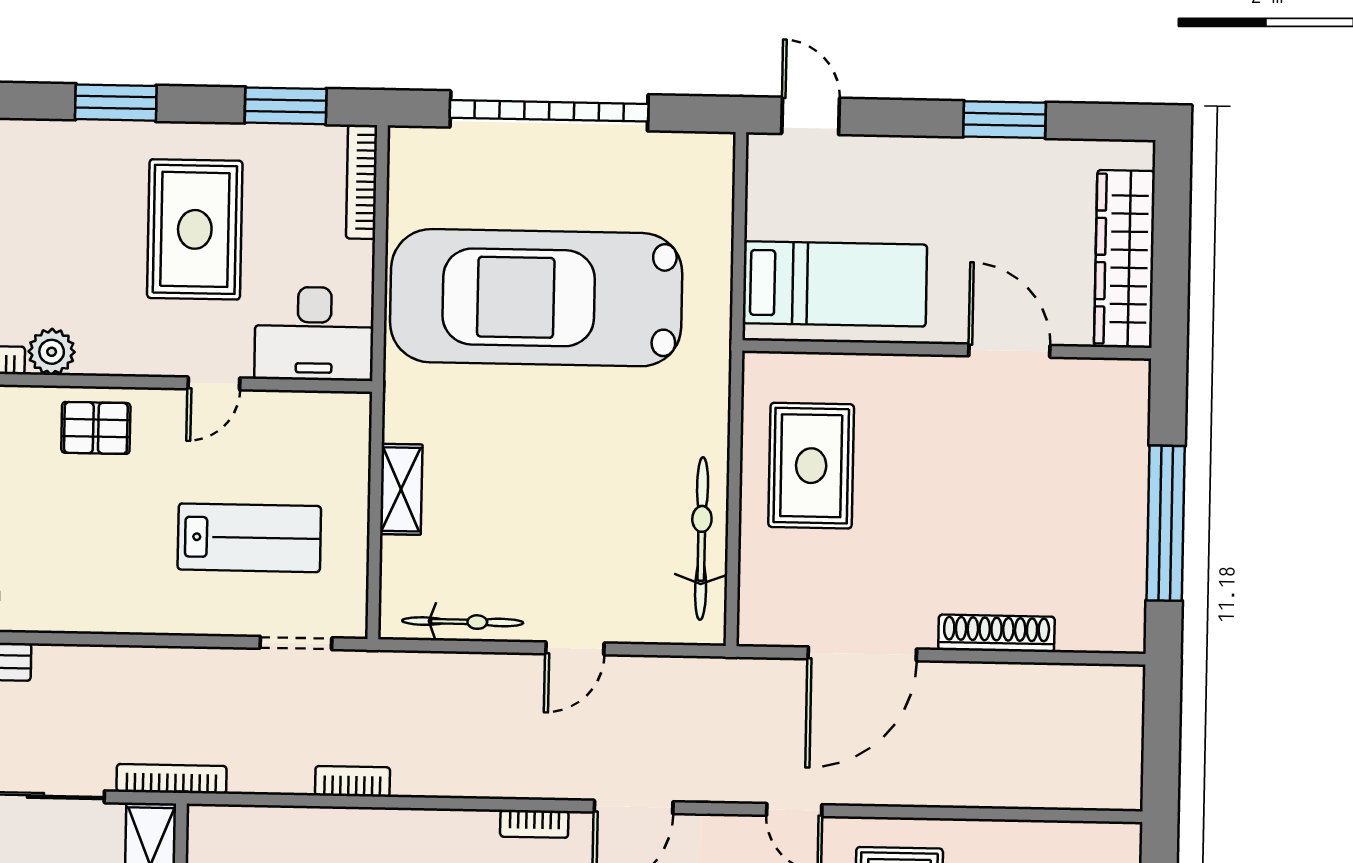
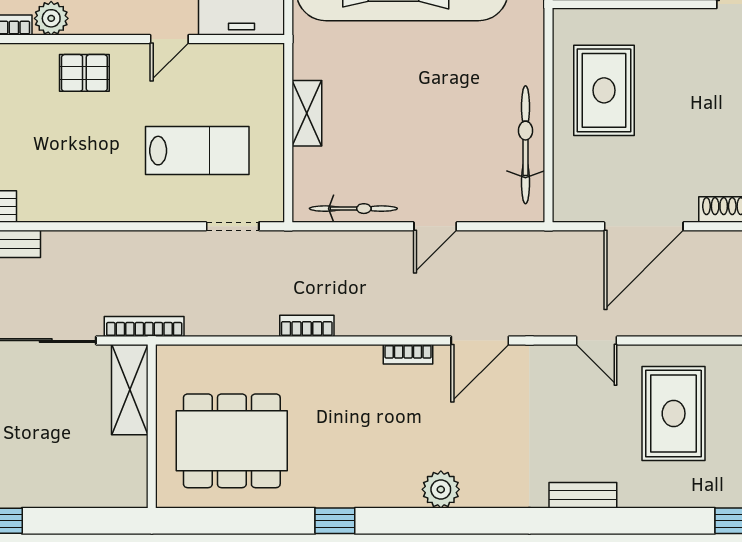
bookcase: (353, 781) -> (307, 326), moved

